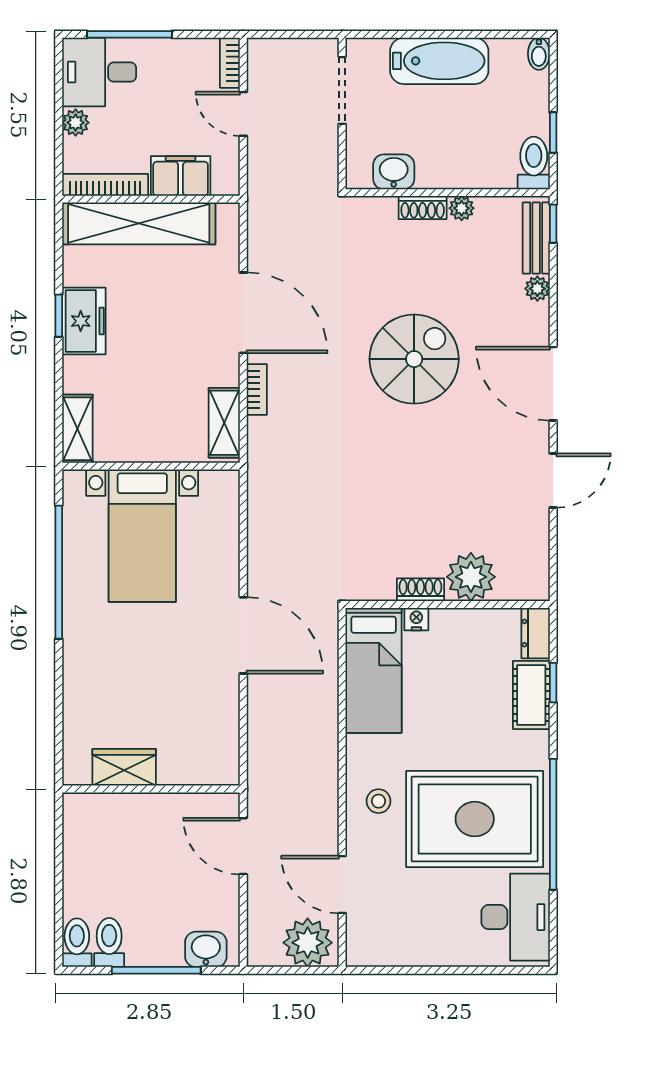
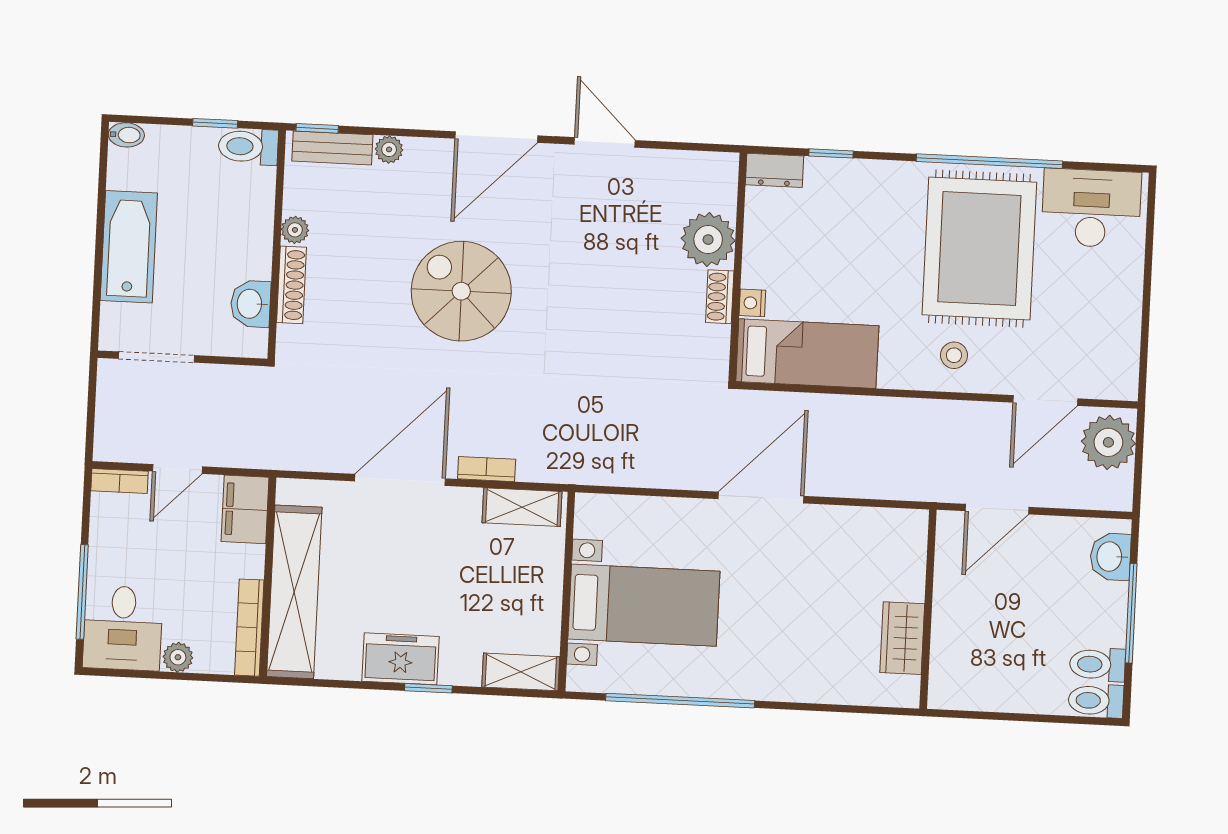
filing cabinet: (181, 176) -> (245, 509), moved
shoe rack: (423, 207) -> (291, 285), width x1.43
window: (59, 316) -> (428, 688), moved
cot: (531, 695) -> (844, 178), removed

